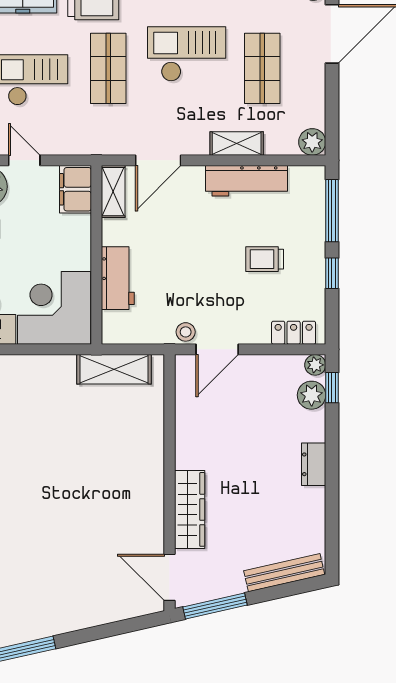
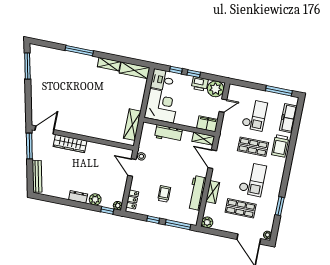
plant: (312, 395) -> (95, 199), moved

